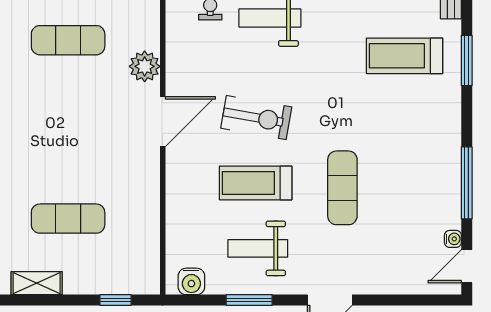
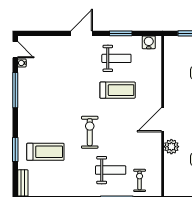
exercise bike: (256, 118) -> (90, 132), moved, turned 80
exercise mat: (342, 188) -> (75, 88), removed
door: (467, 266) -> (15, 50), hinge flipped

